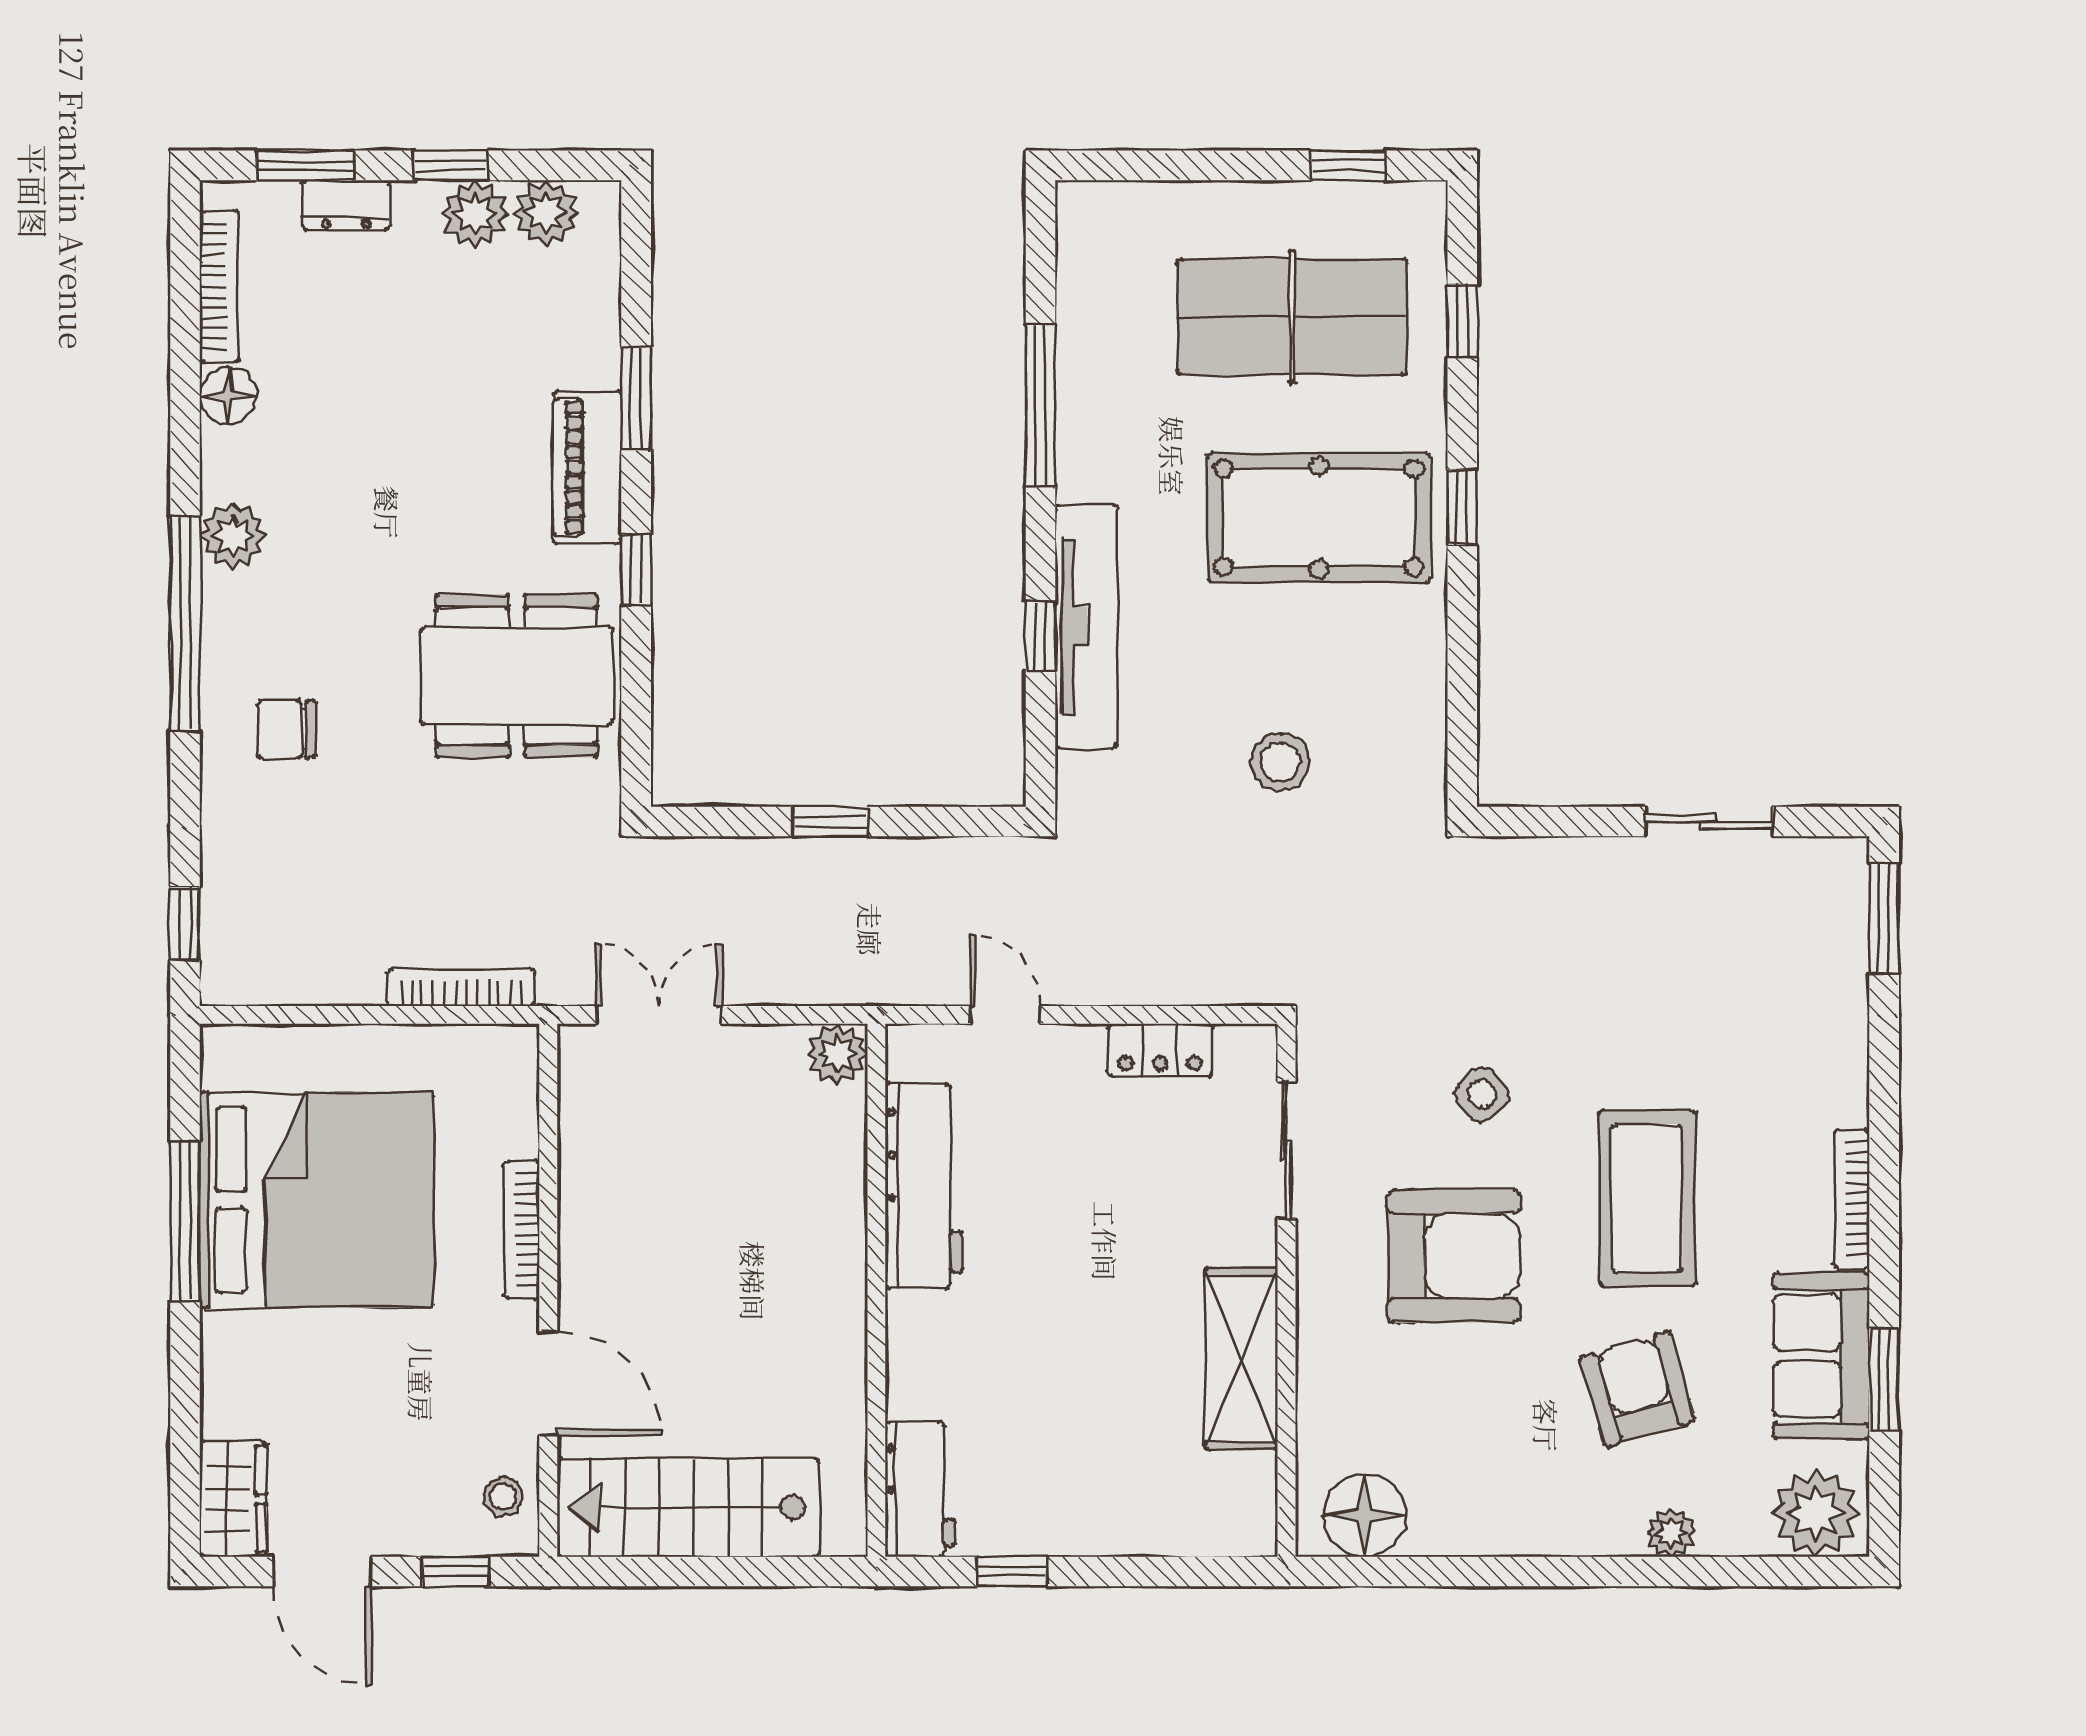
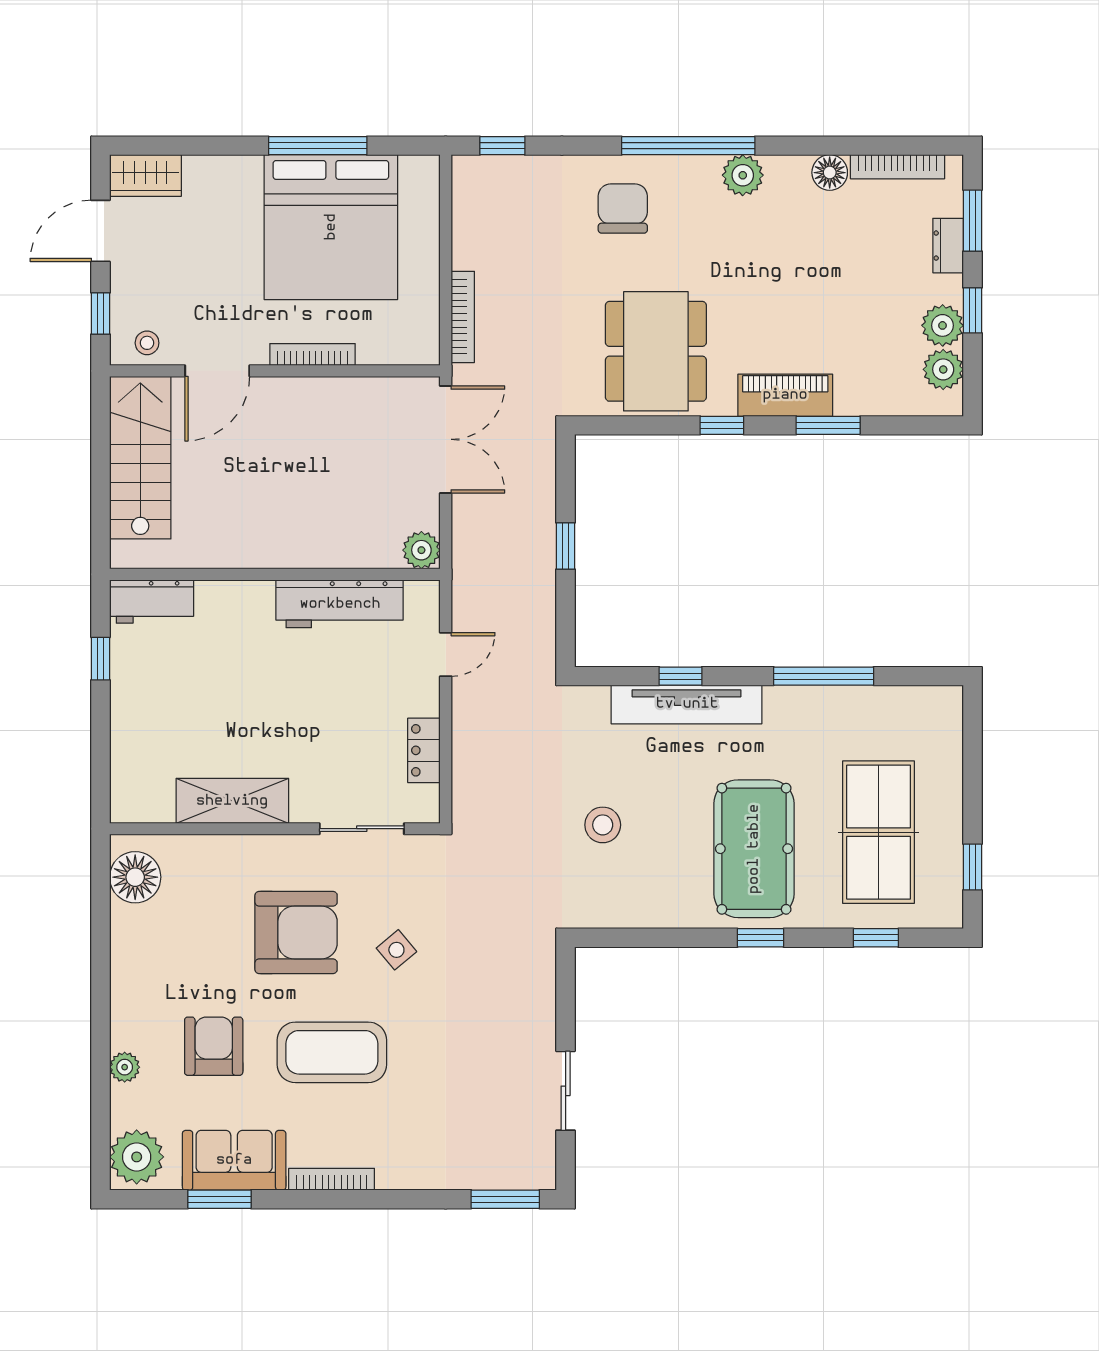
chair: (286, 729) -> (623, 209), width x1.37, depth x1.37
double door: (659, 1015) -> (446, 439), width x1.37
armchair: (1454, 1256) -> (296, 932), turned -90
armchair: (1637, 1389) -> (214, 1046), turned -74

